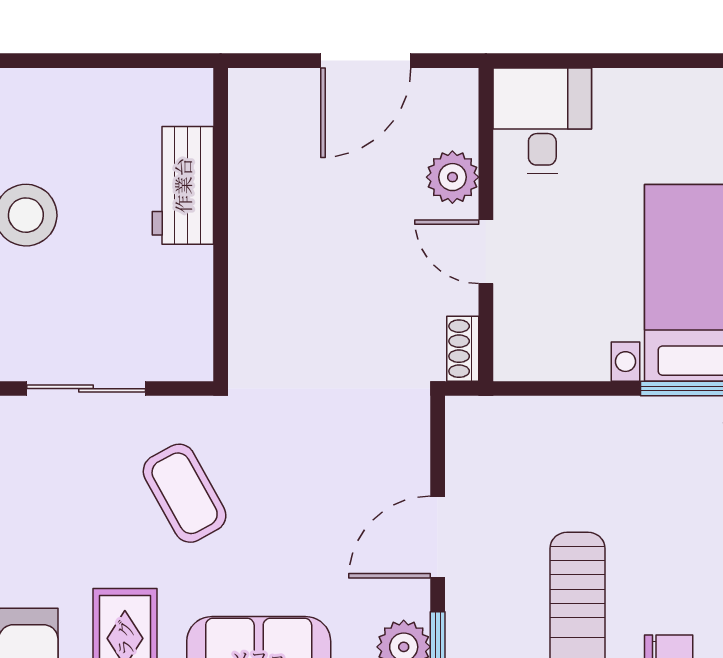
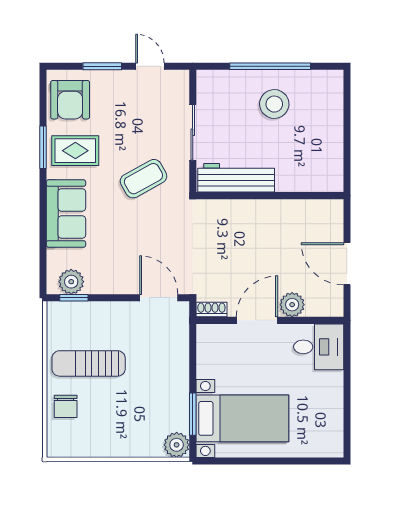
workbench: (183, 185) -> (236, 178), moved, width x1.37
door: (486, 252) -> (257, 320), width x1.38
door: (438, 537) -> (159, 298), moved

